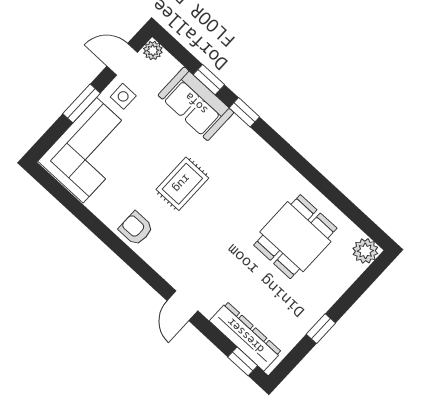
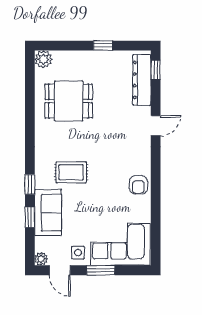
rug: (182, 184) -> (71, 172), moved

